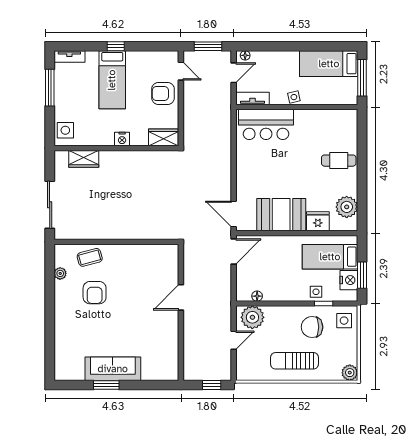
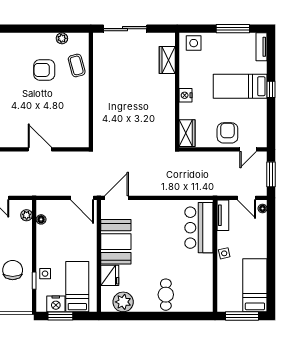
plant: (252, 317) -> (27, 215), width x0.53, depth x0.53
side table: (344, 321) -> (19, 299), removed

